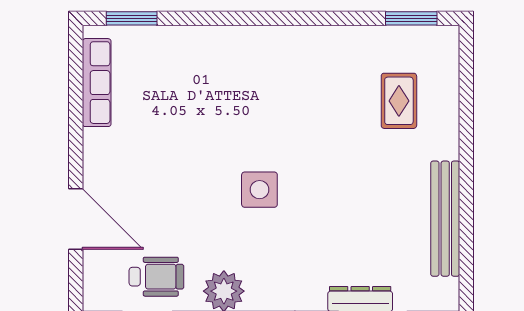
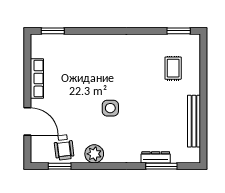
row of seats: (97, 83) -> (37, 78), moved
wheelchair: (156, 277) -> (64, 147), turned 83

